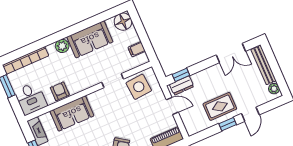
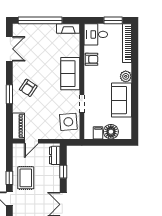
floor lamp: (123, 22) -> (111, 132), moved
window: (181, 75) -> (63, 172), moved
door: (172, 106) -> (31, 141), moved
sofa: (72, 113) -> (70, 74), moved

